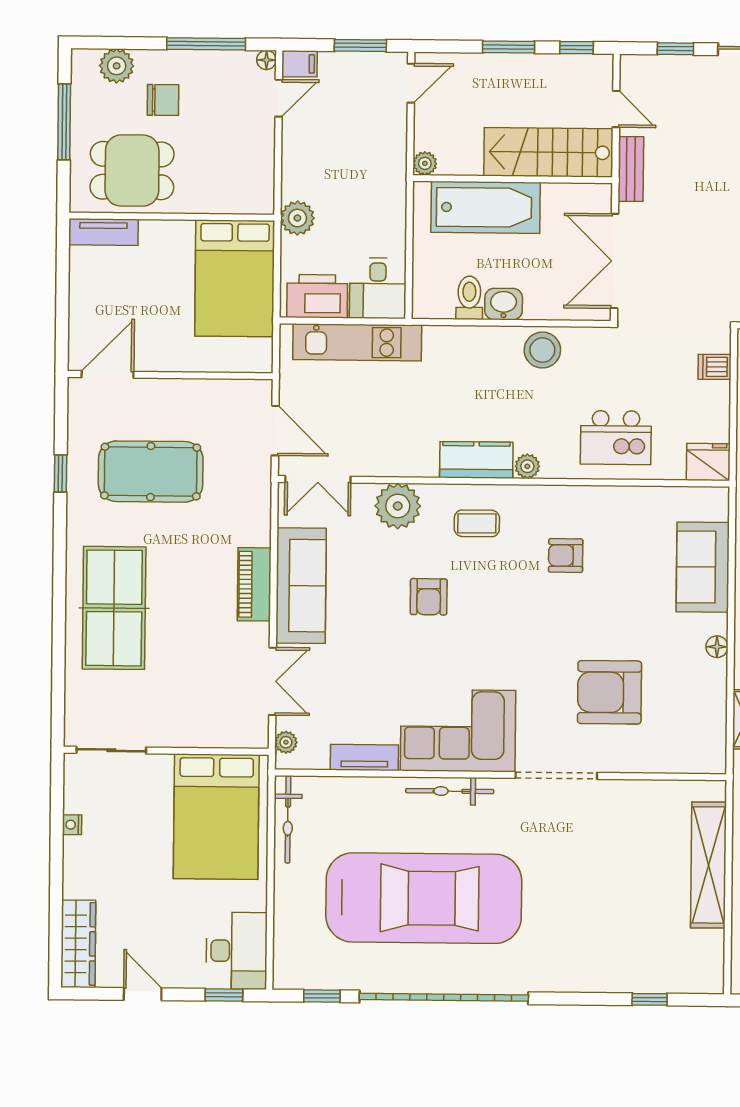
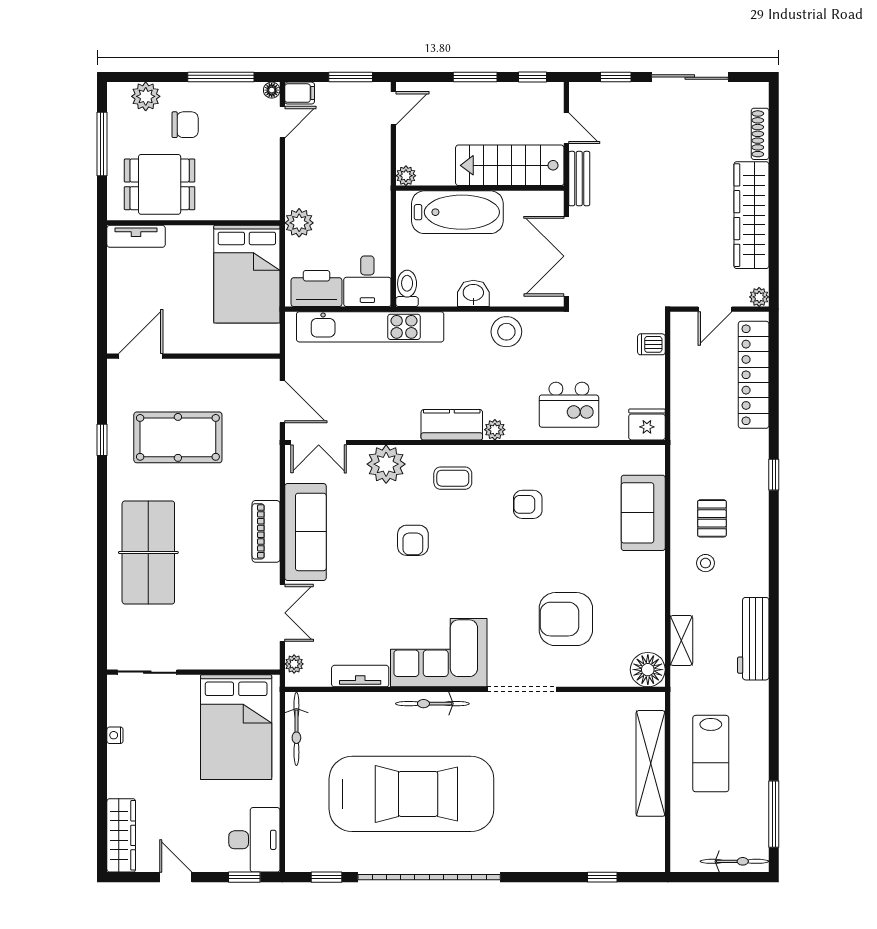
toilet: (469, 298) -> (407, 288), moved
kitchen unit: (357, 342) -> (370, 327), width x1.36
floor lamp: (717, 647) -> (648, 670), moved, width x1.89, depth x1.89

